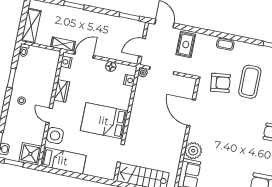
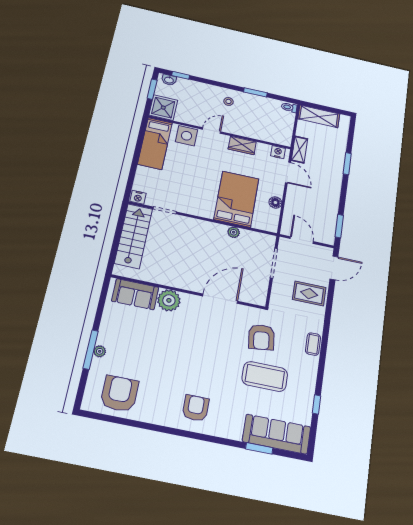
plant: (143, 73) -> (234, 232), moved
nightstand: (129, 80) -> (138, 197), moved
bed: (104, 121) -> (236, 199), moved

